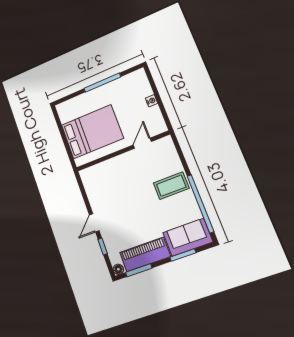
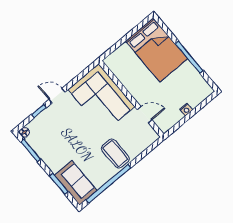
bed: (92, 132) -> (157, 50), moved
corner sofa: (111, 180) -> (101, 98), added
piano: (145, 255) -> (47, 151), removed

